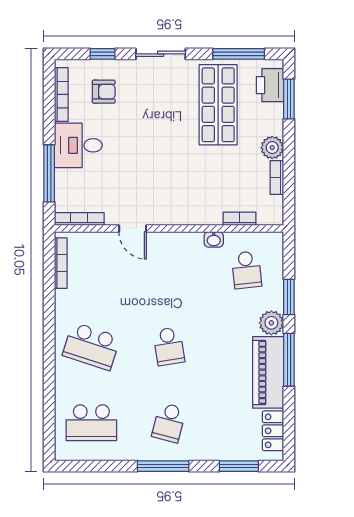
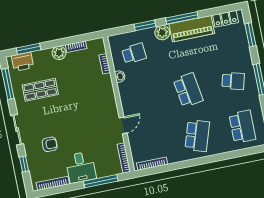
armchair: (104, 92) -> (50, 144), moved, turned 90
shop shelf: (218, 105) -> (40, 90), width x0.70, depth x0.74
school desk: (169, 346) -> (188, 90), width x1.85

